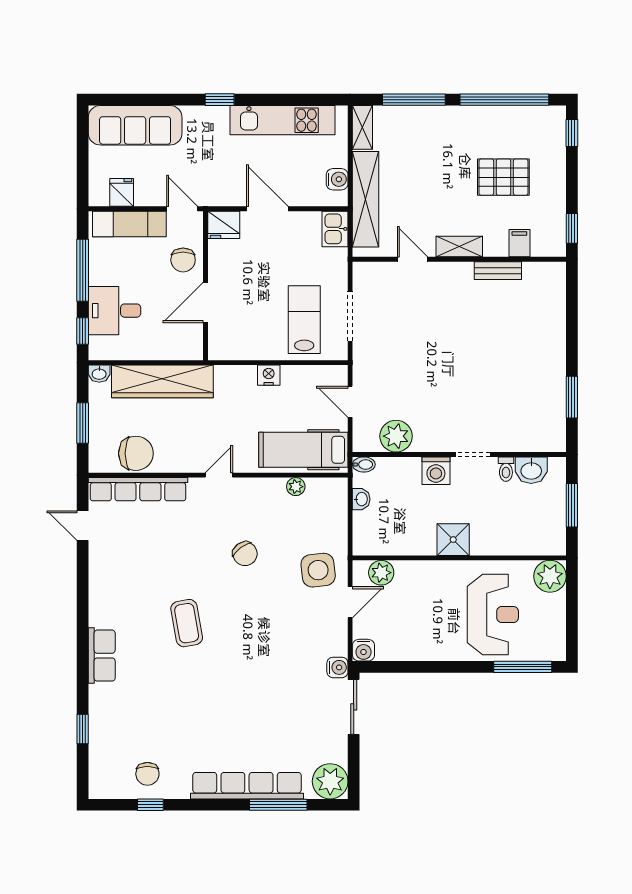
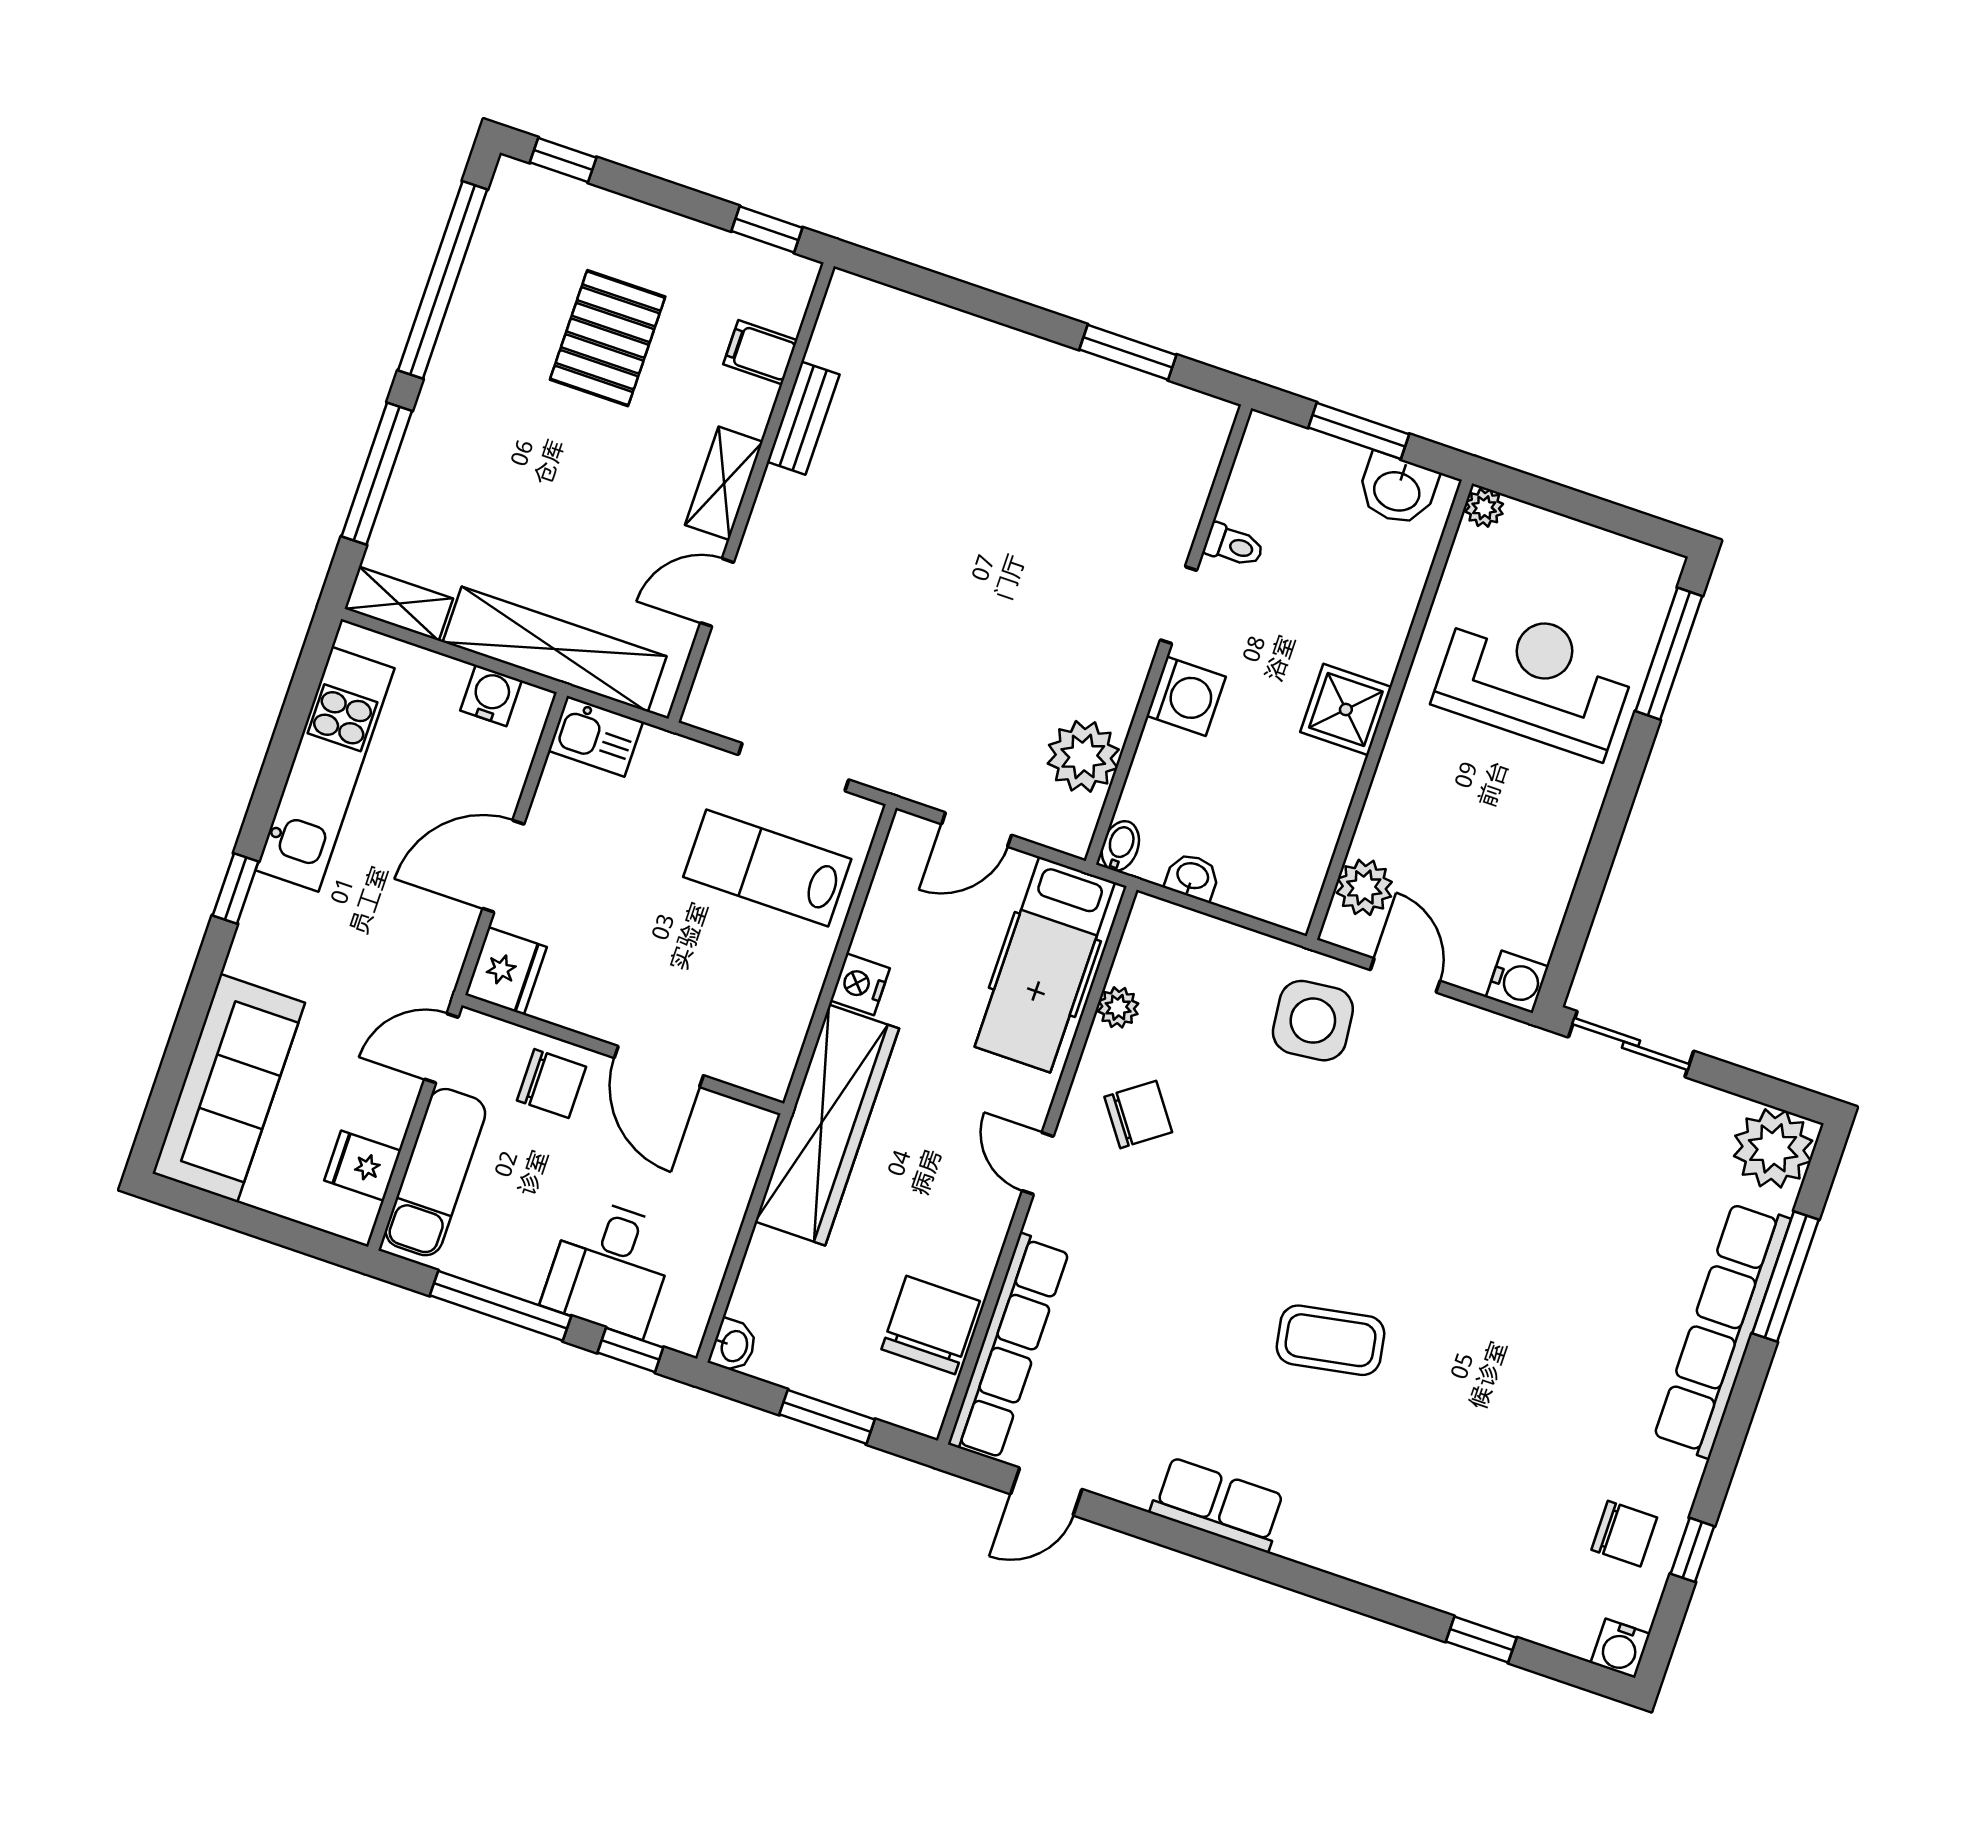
wardrobe: (162, 381) -> (827, 1125), moved
washbasin: (531, 470) -> (1397, 490), moved, turned 90
chair: (245, 554) -> (1138, 1114), moved
plant: (550, 576) -> (1484, 508), width x0.53, depth x0.53
row of seats: (102, 656) -> (1218, 1505), moved
water cooler: (337, 667) -> (1620, 1648), moved, turned 180

